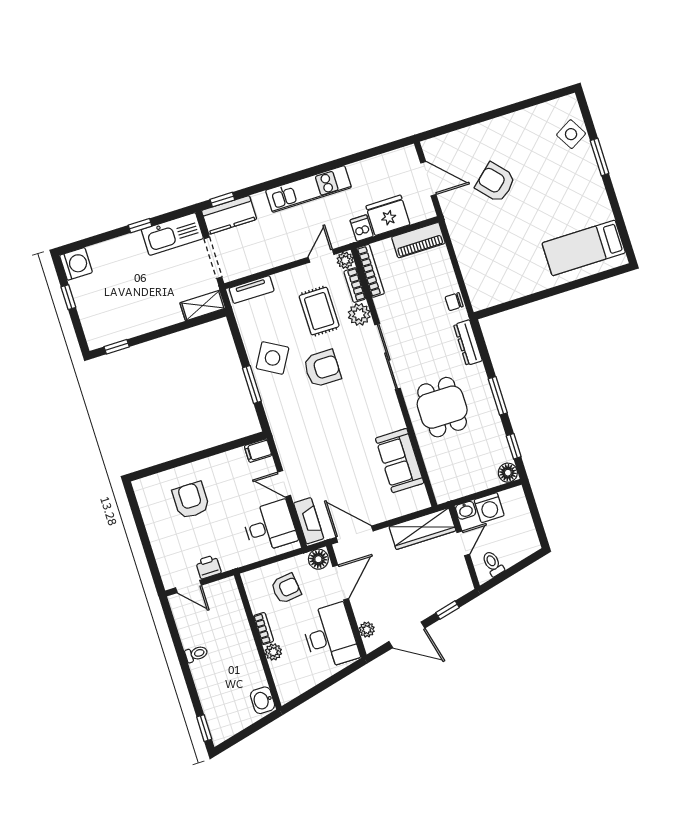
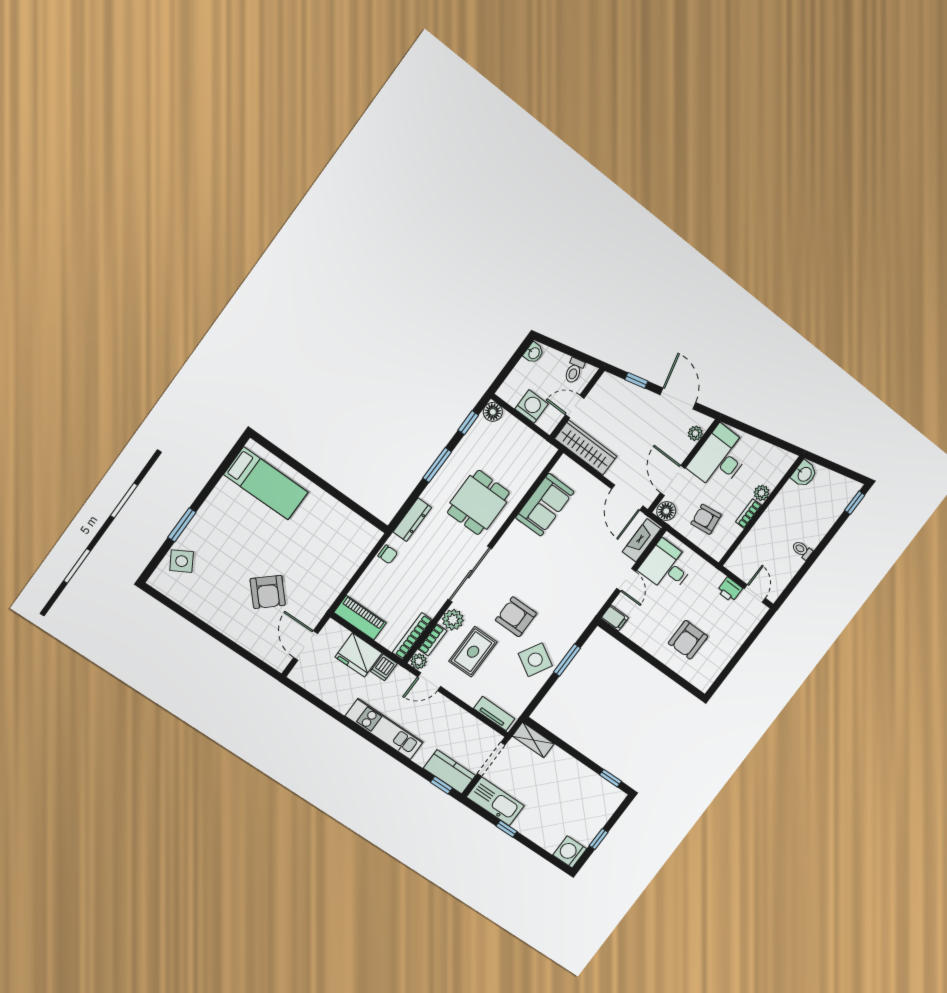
washbasin: (466, 510) -> (534, 353), moved, turned 90
door: (341, 583) -> (673, 481), hinge flipped

